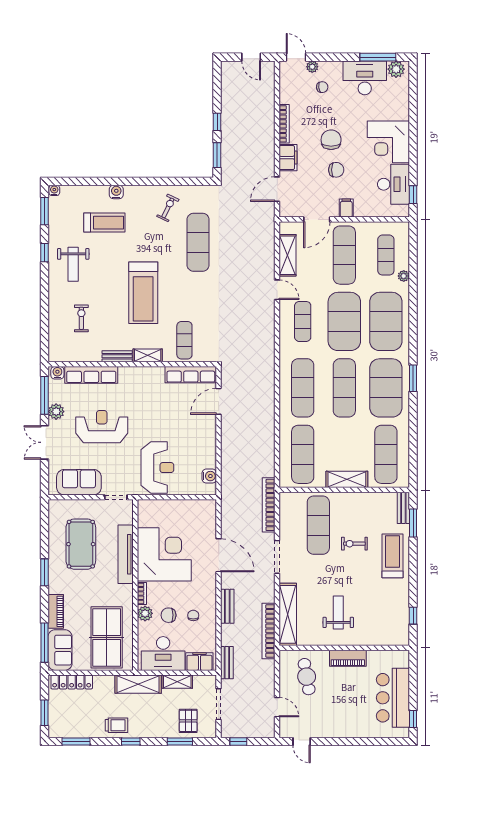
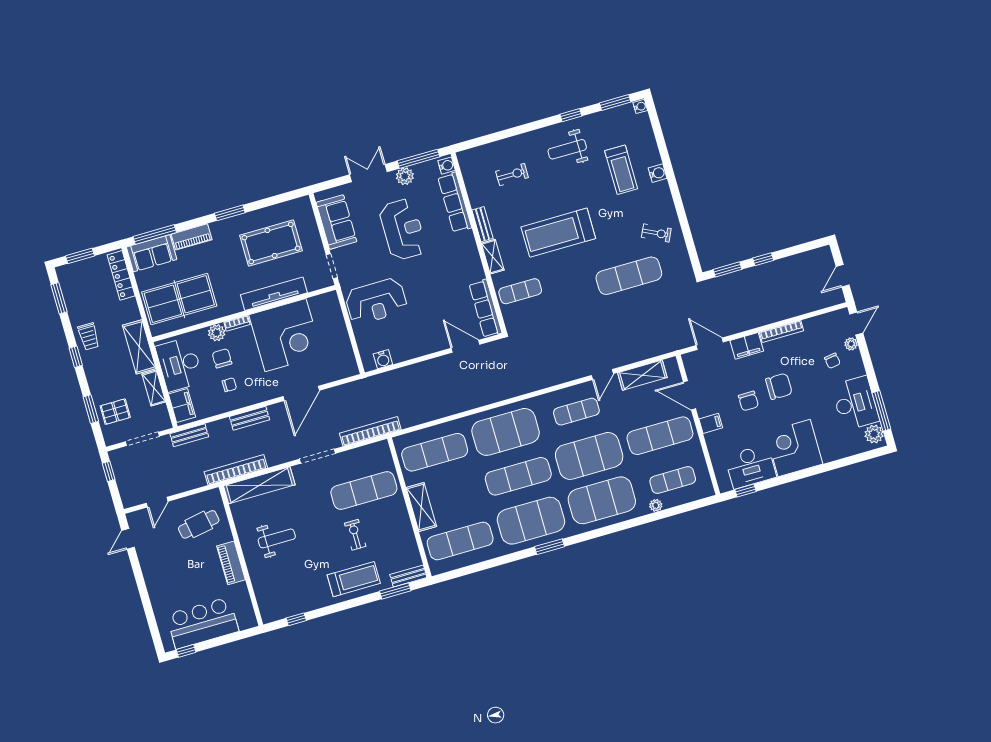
exercise mat: (303, 388) -> (506, 432), width x1.47

